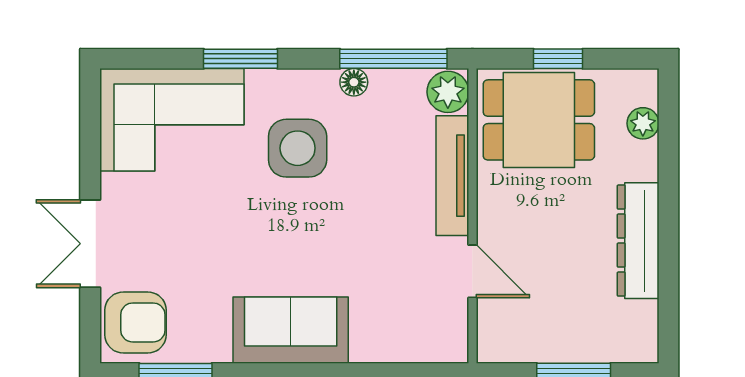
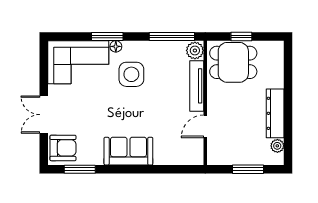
floor lamp: (354, 82) -> (116, 46), moved
plant: (643, 123) -> (277, 146), moved
door: (472, 271) -> (205, 126), swing flipped

